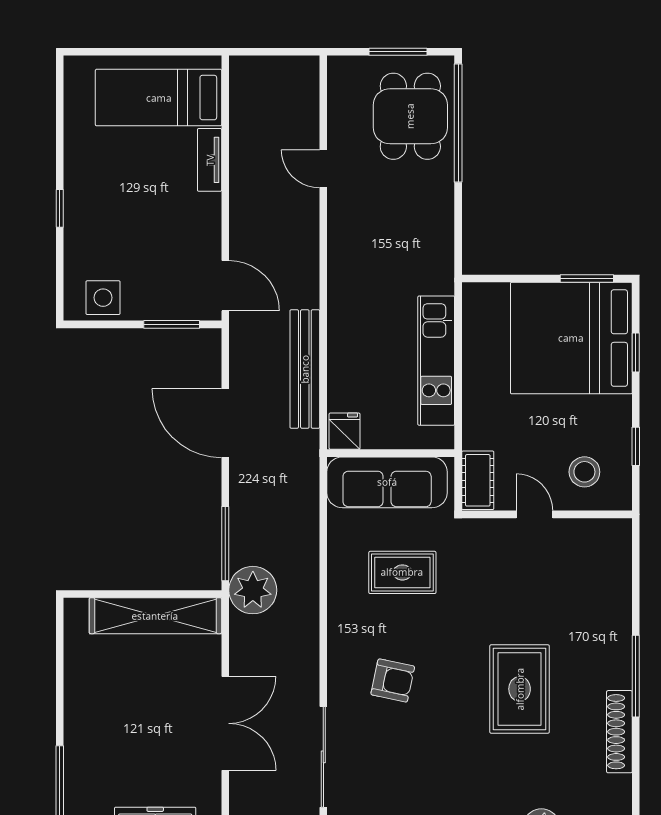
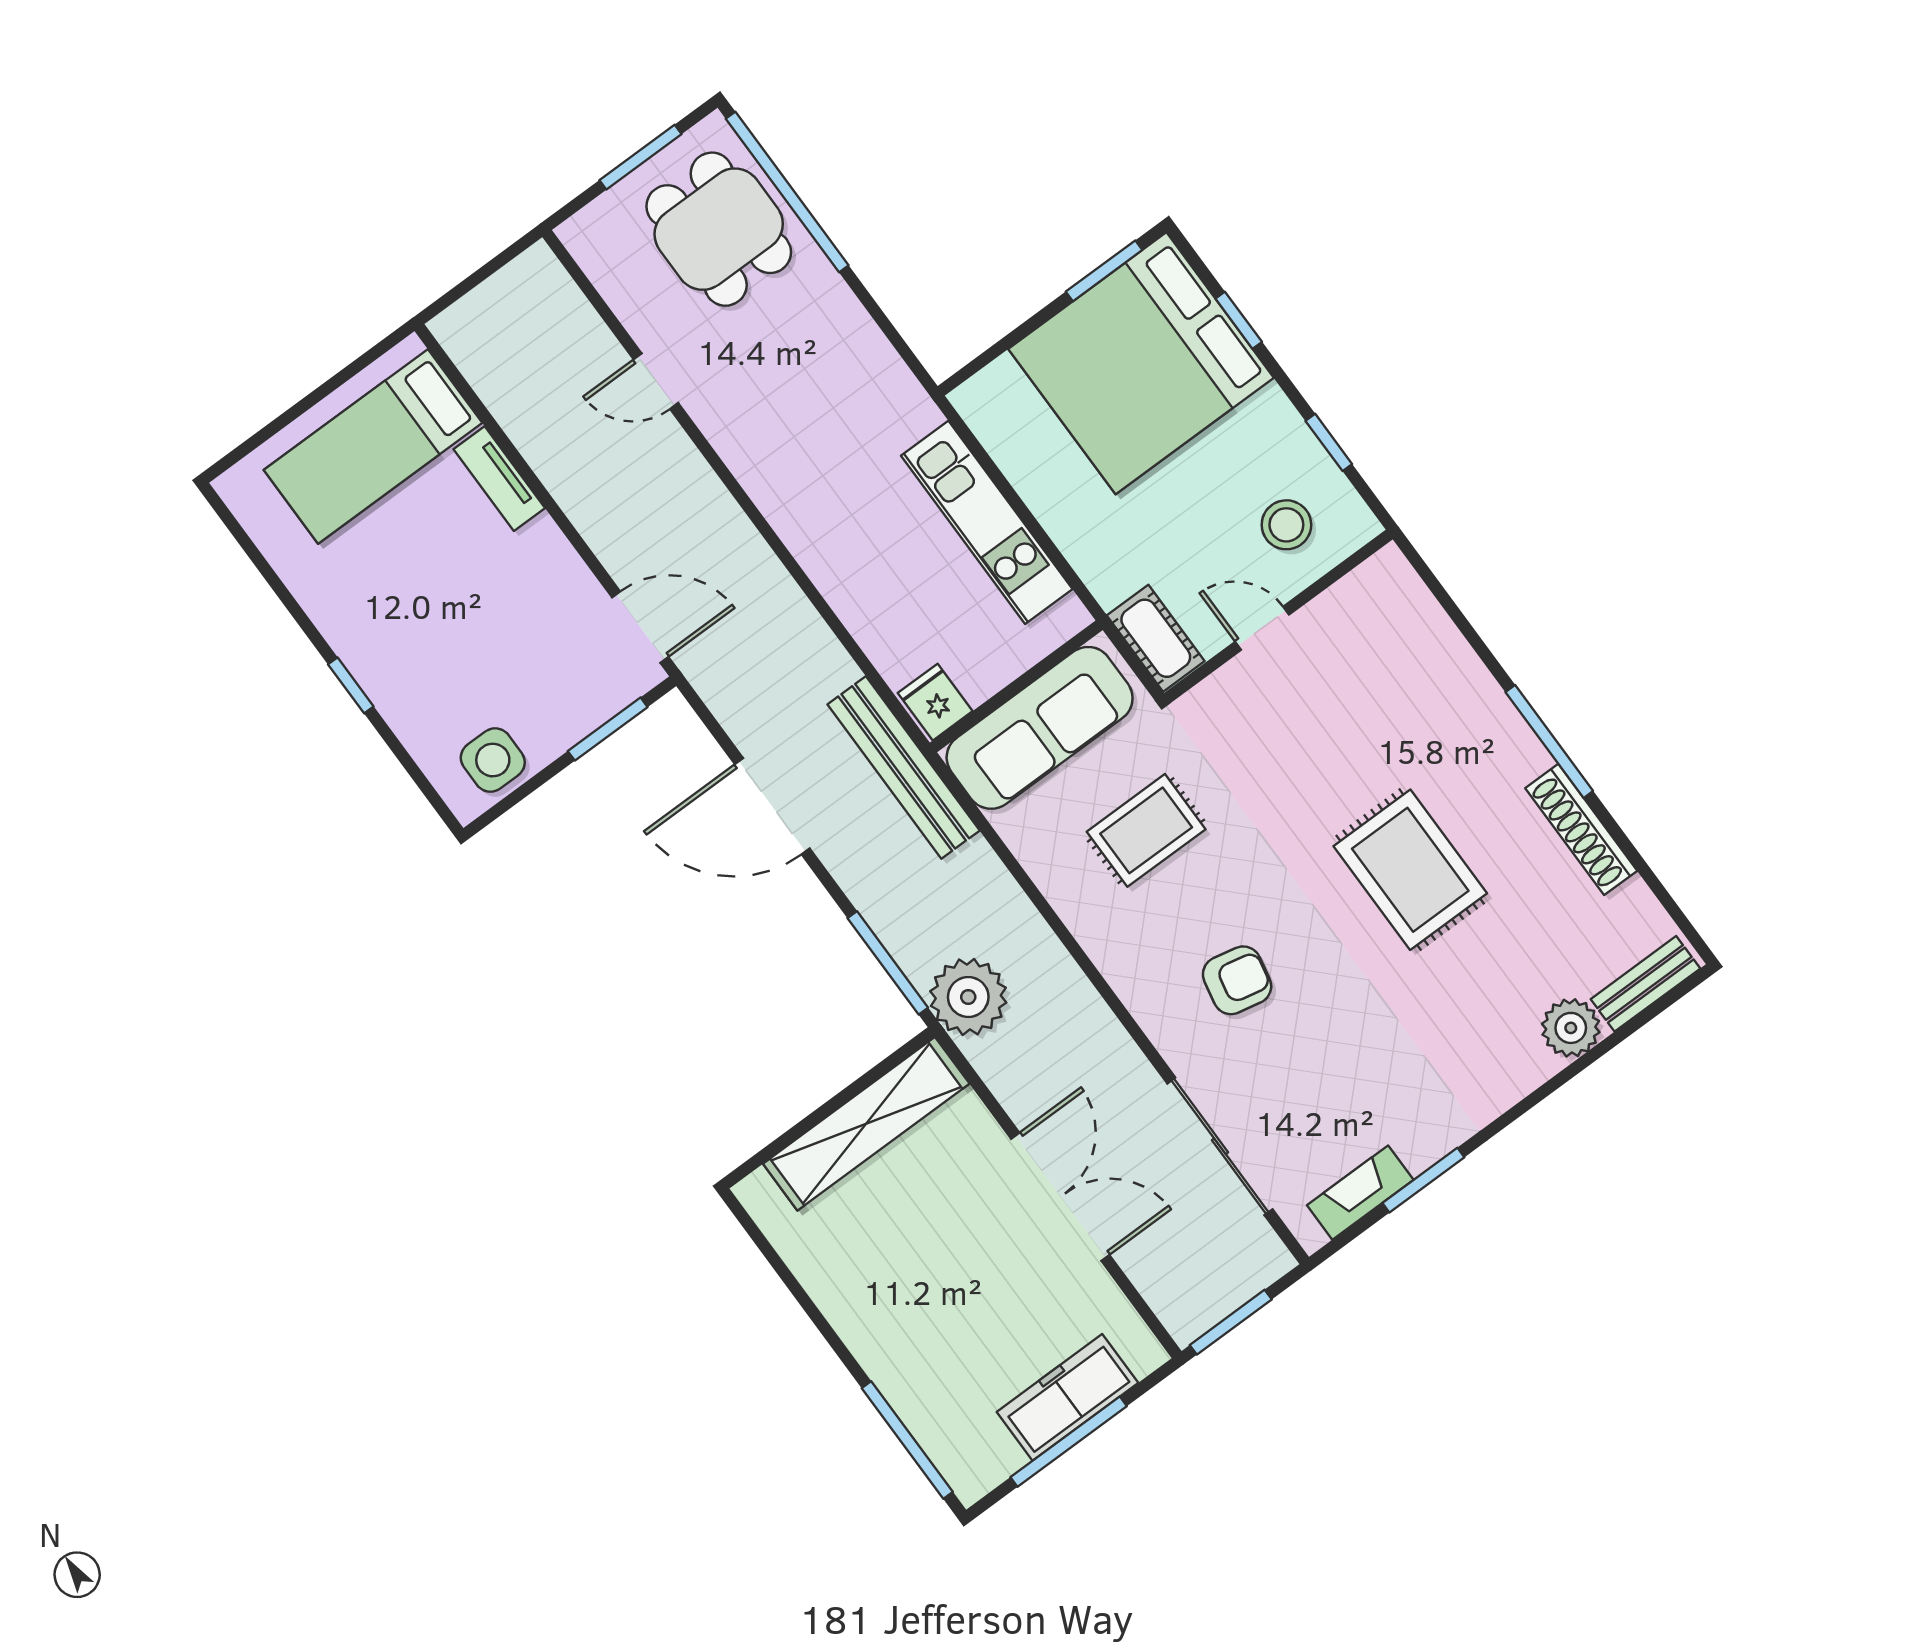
bench: (305, 369) -> (904, 767), moved

